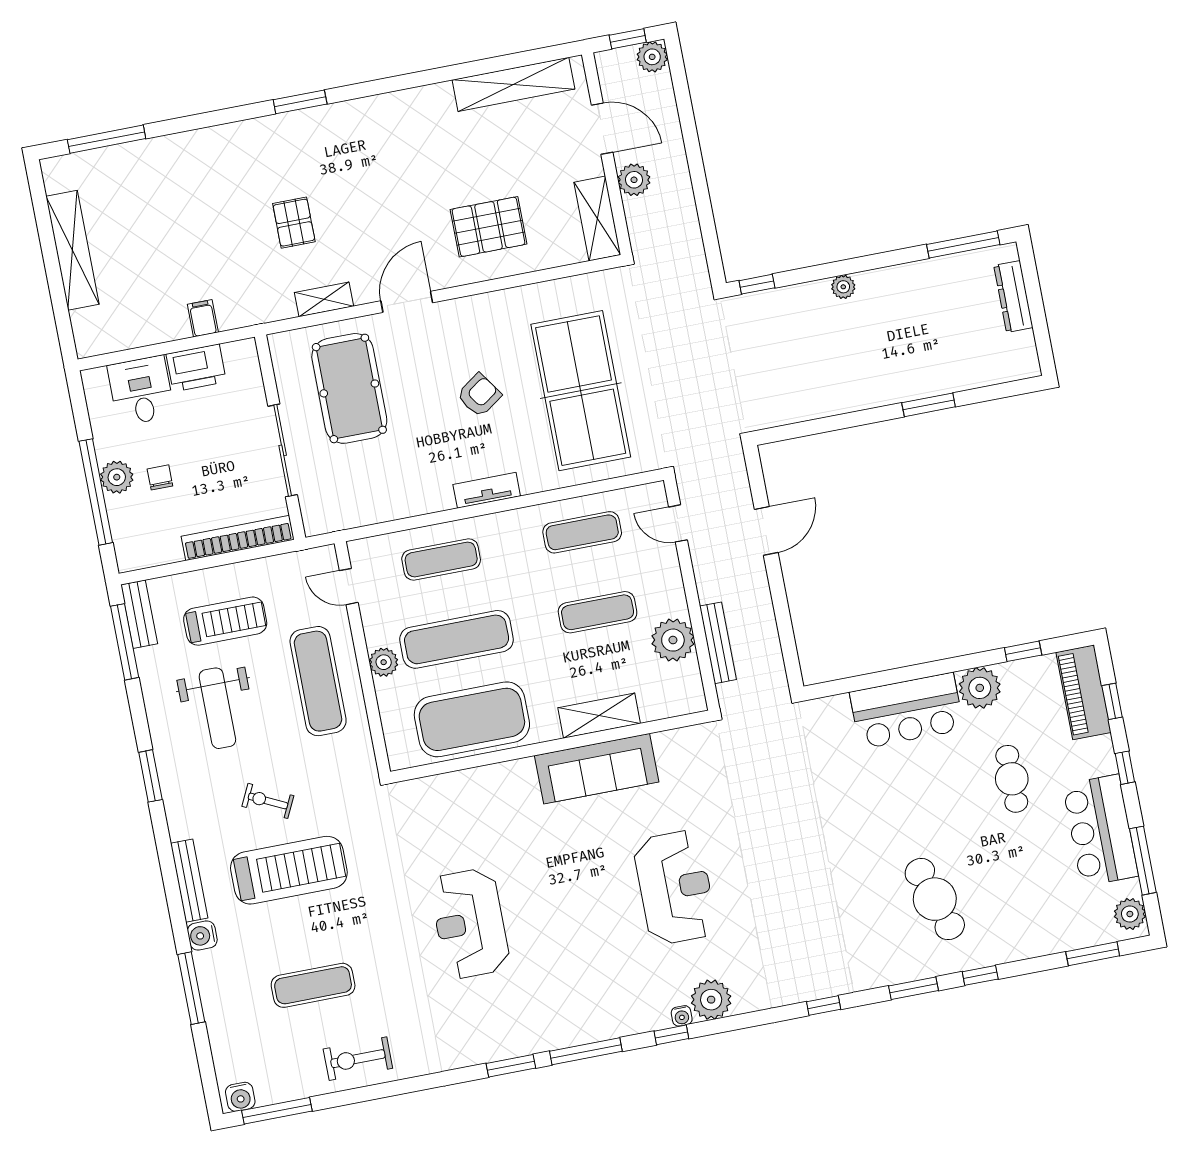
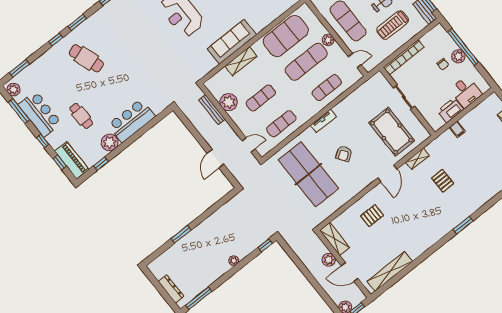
pallet: (488, 227) -> (372, 216), width x0.67, depth x0.71
sliding door: (283, 450) -> (404, 97), width x0.73

